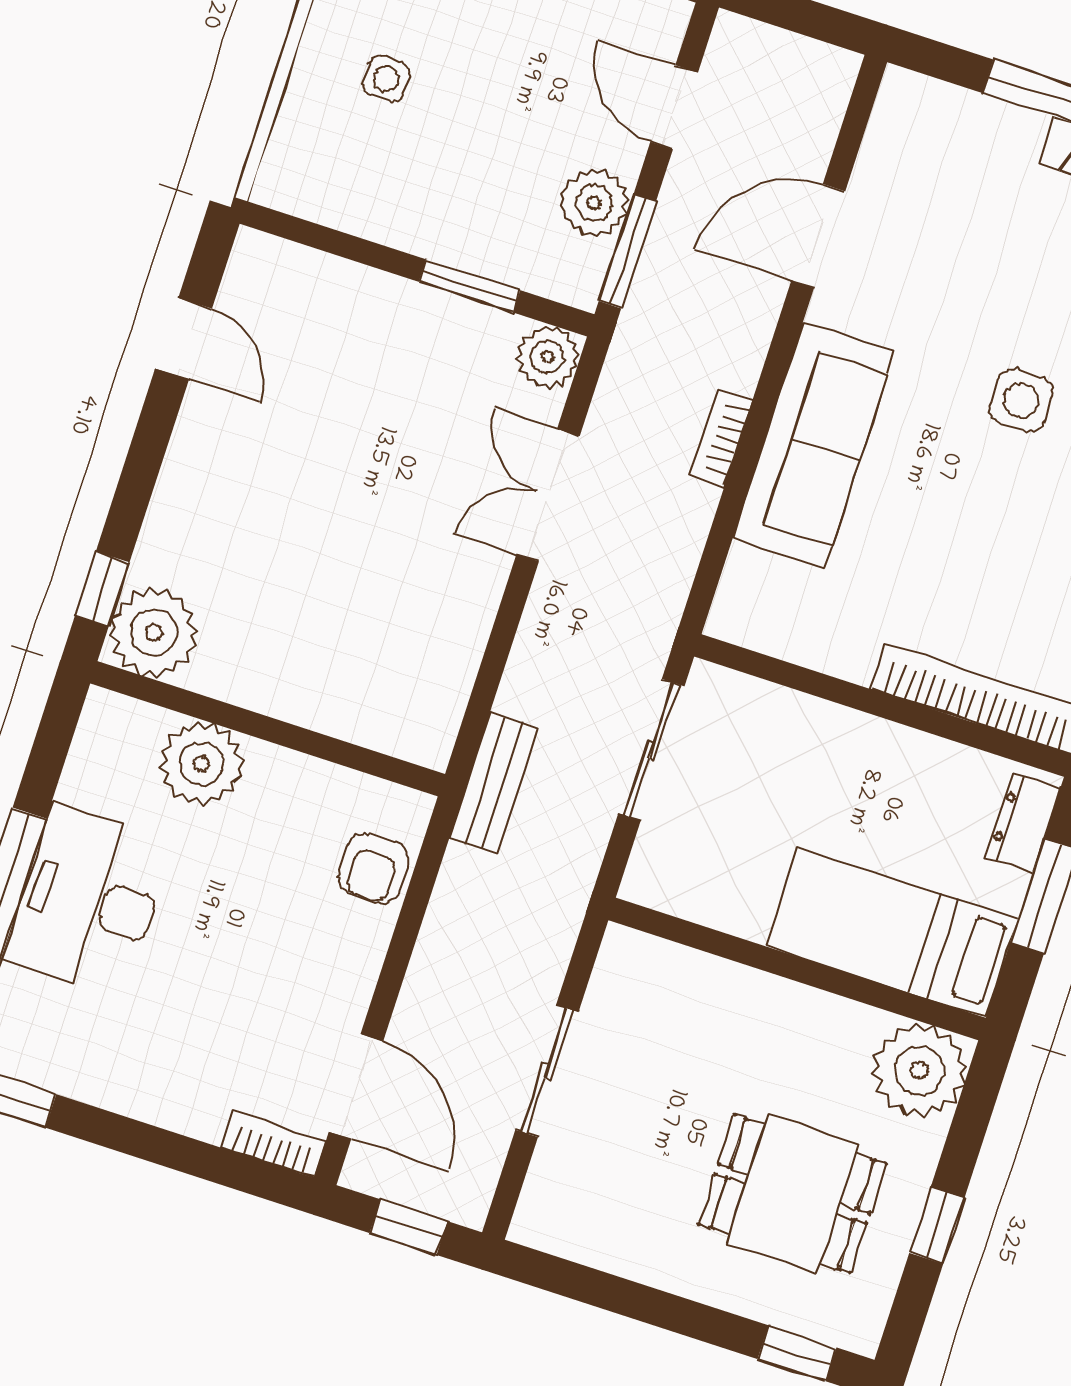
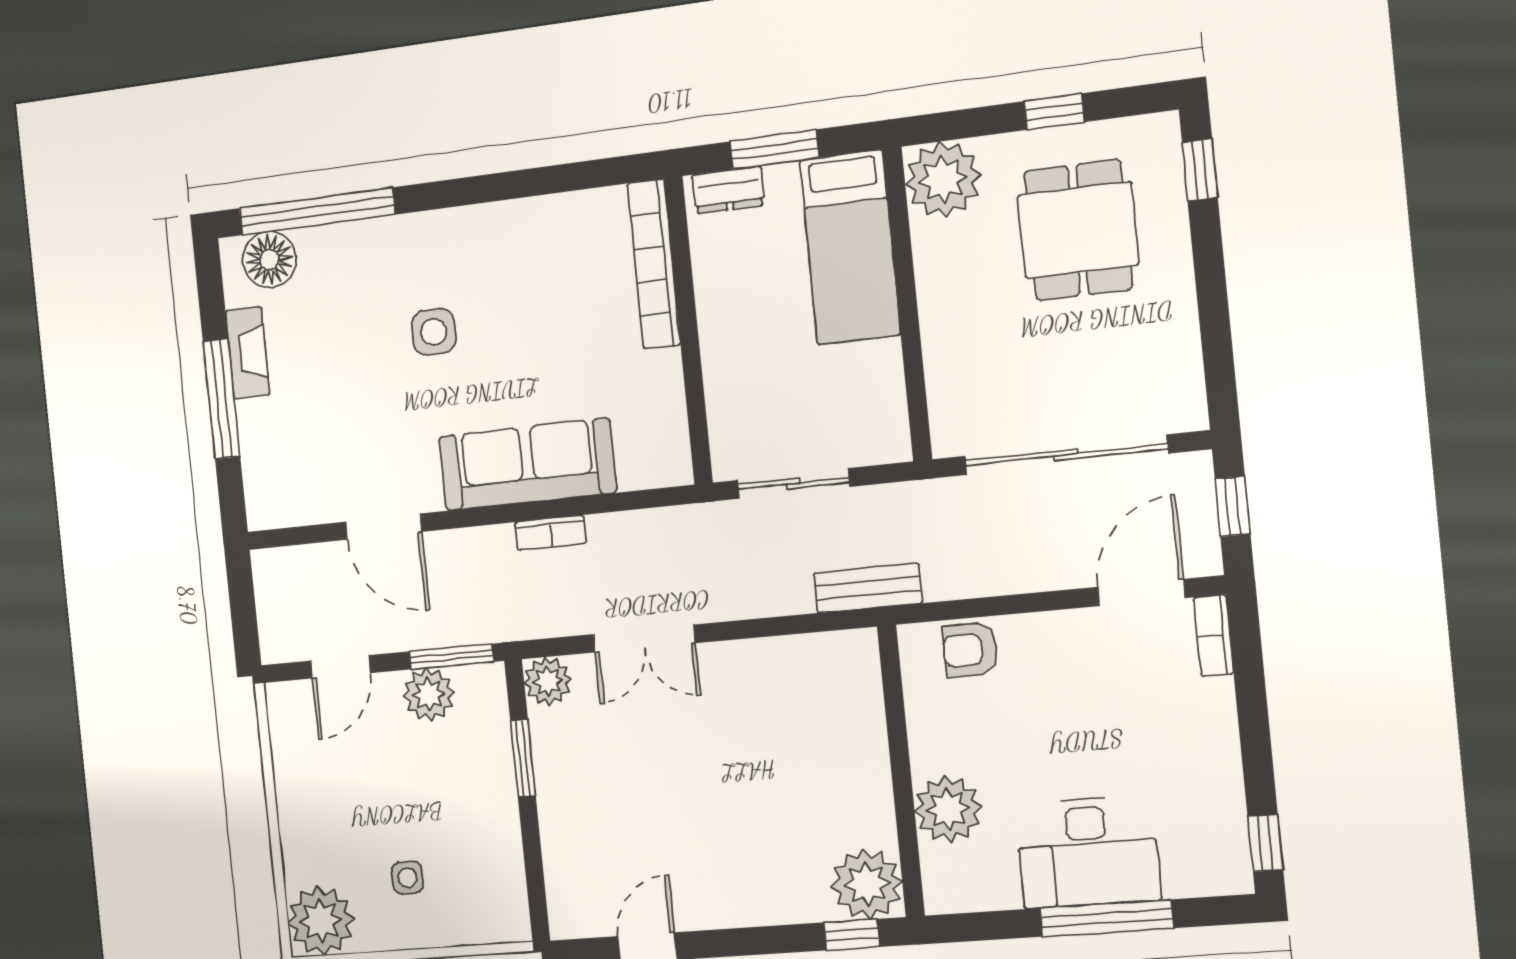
armchair: (373, 868) -> (970, 650), turned 180
sliding door: (547, 1071) -> (1066, 455), width x1.86

